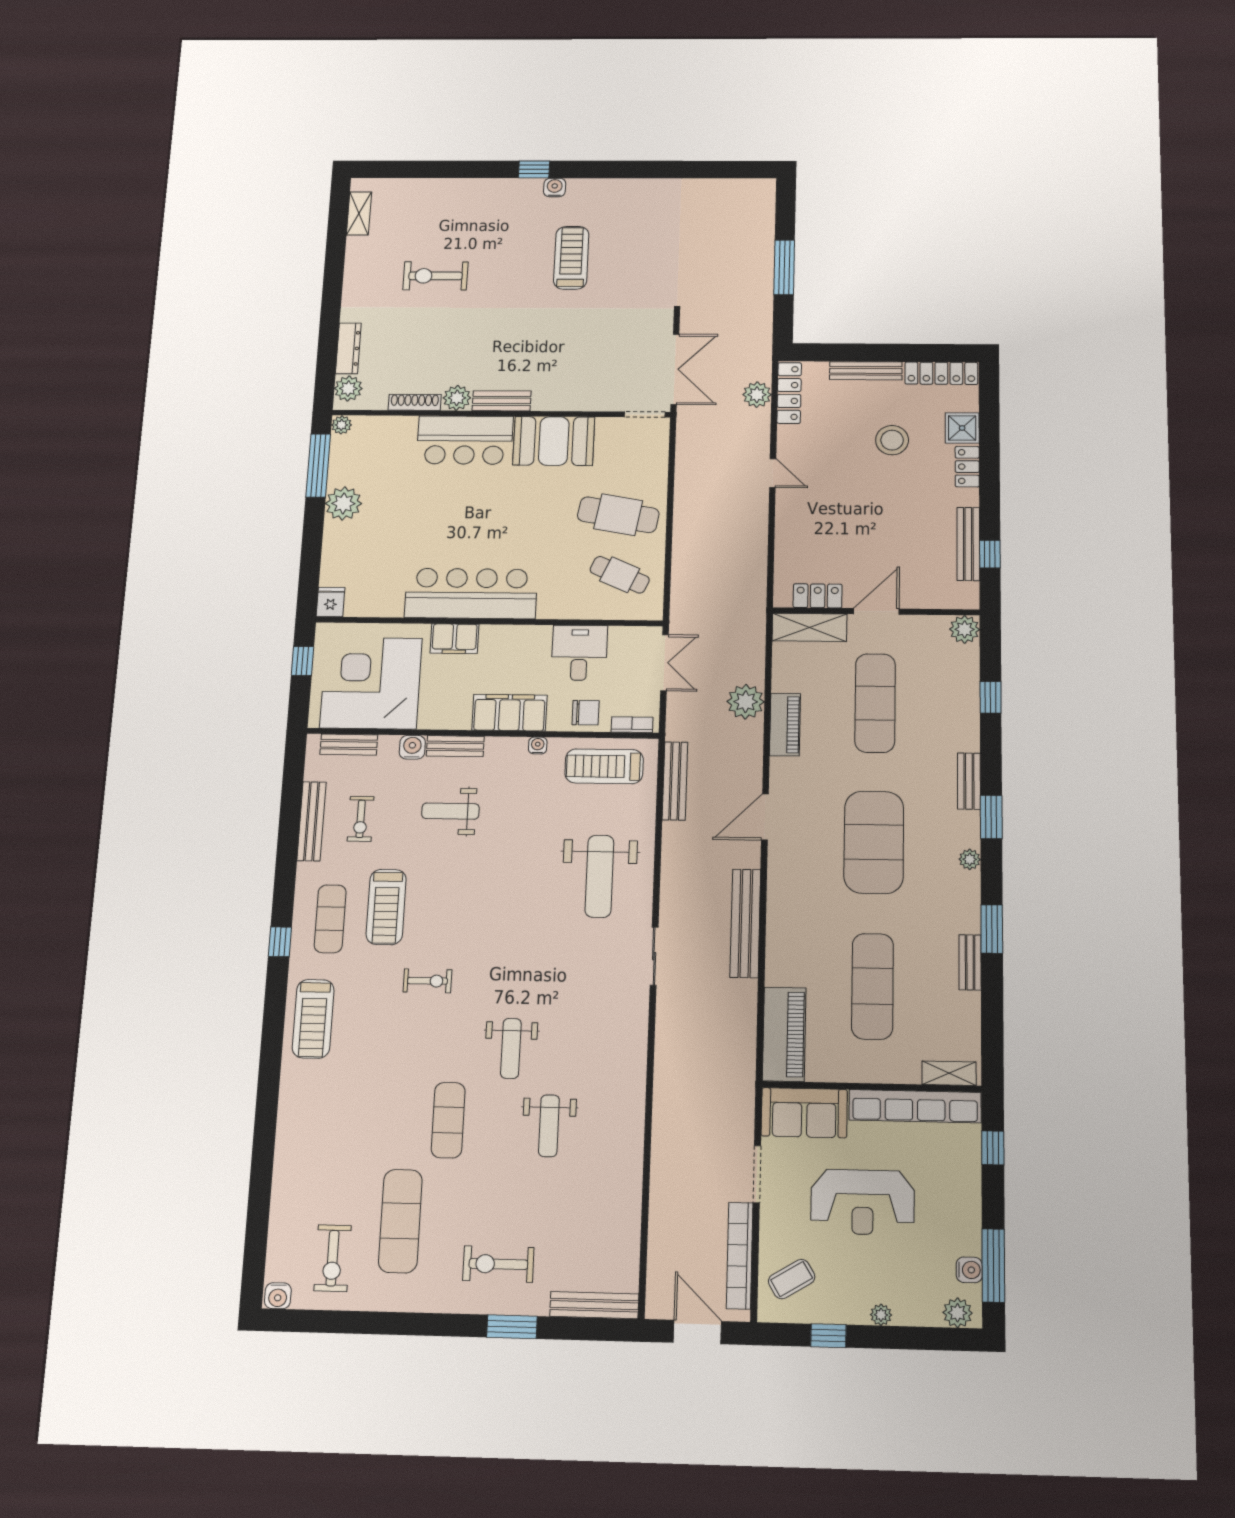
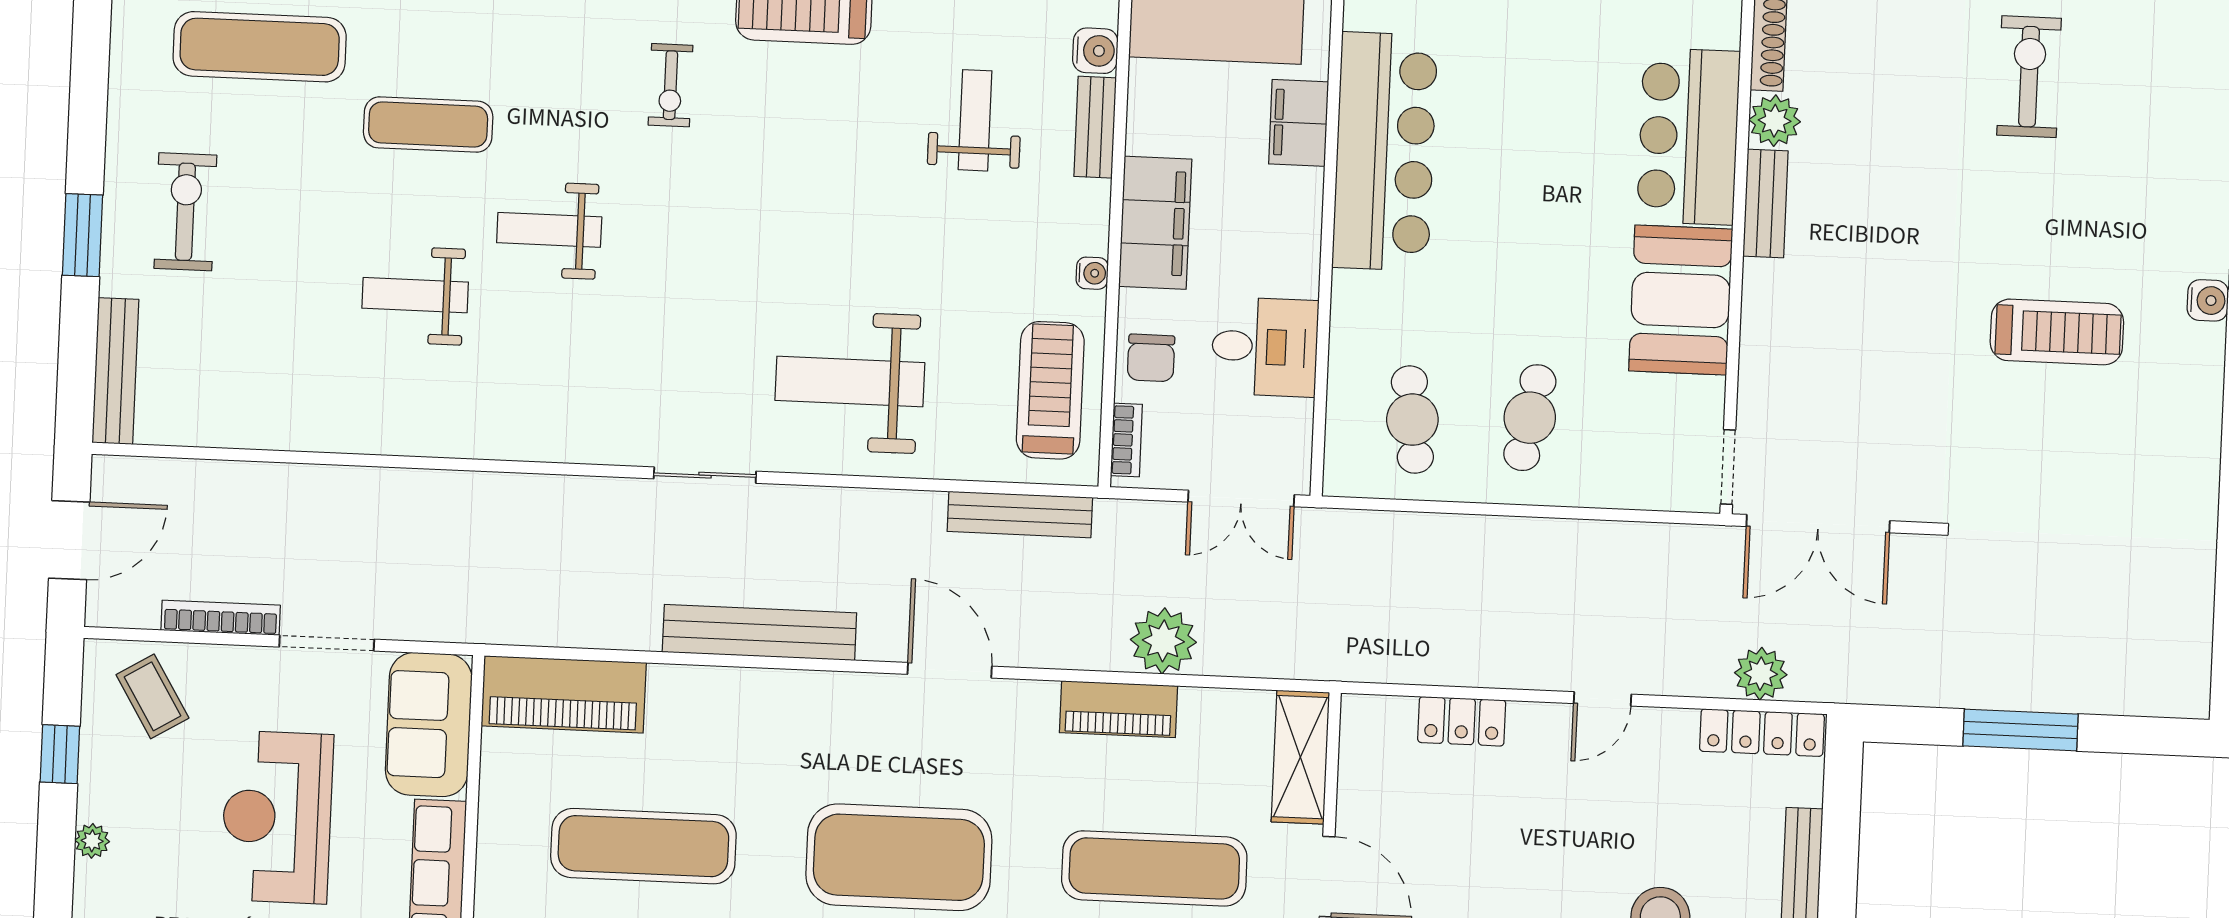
cafe table: (618, 515) -> (1530, 418), width x0.73, depth x0.74
cafe table: (620, 575) -> (1412, 420), turned -31
locker: (818, 596) -> (1462, 721), moved, turned 90
bookcase: (740, 1256) -> (221, 618), width x0.68, depth x0.76

